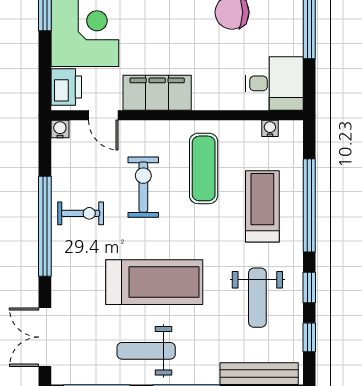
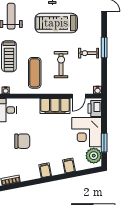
door: (103, 115) -> (79, 96), swing flipped
exercise bike: (143, 187) -> (61, 65), turned 180
window: (45, 226) -> (104, 47), width x0.47

